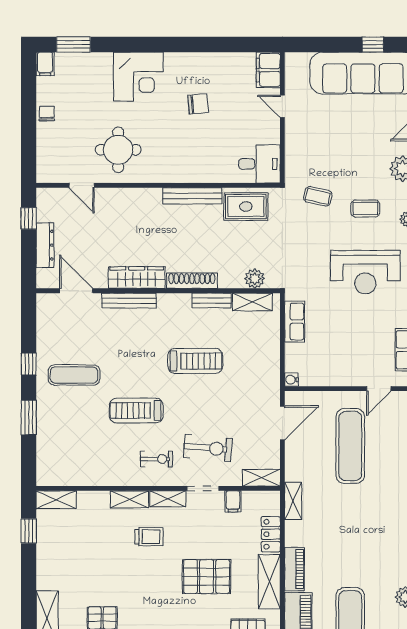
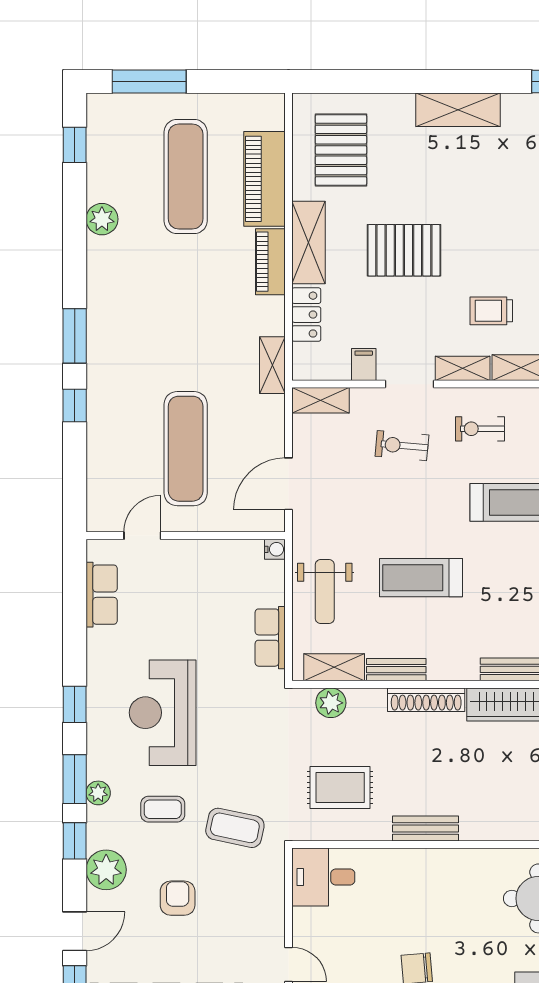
armchair: (356, 150) -> (178, 898), added
bench: (192, 196) -> (425, 829), width x0.73
coffee table: (318, 196) -> (235, 828), width x1.36, depth x1.30
rug: (246, 207) -> (340, 787), moved
reception desk: (365, 272) -> (163, 713), turned -90
weight bench: (259, 352) -> (325, 592), added
exercise bike: (208, 448) -> (402, 446), width x0.73, depth x0.72

